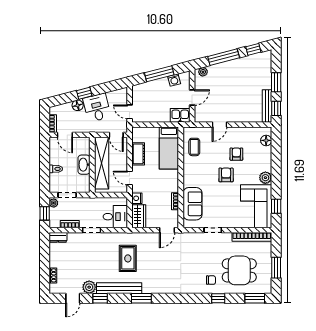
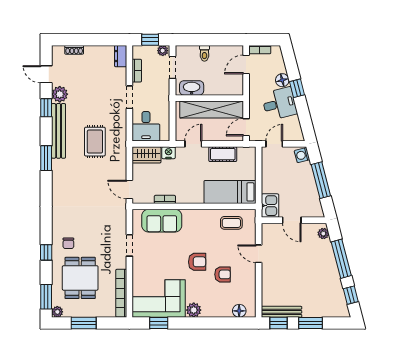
washing machine: (174, 80) -> (302, 155), moved
washbasin: (84, 165) -> (192, 88), moved
rug: (128, 258) -> (95, 142), turned 90
plant: (267, 289) -> (57, 312), added

